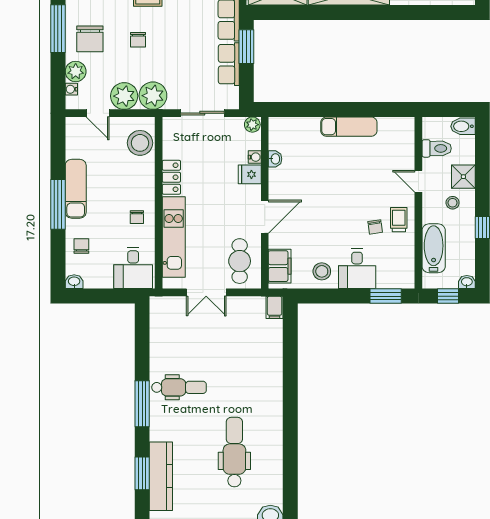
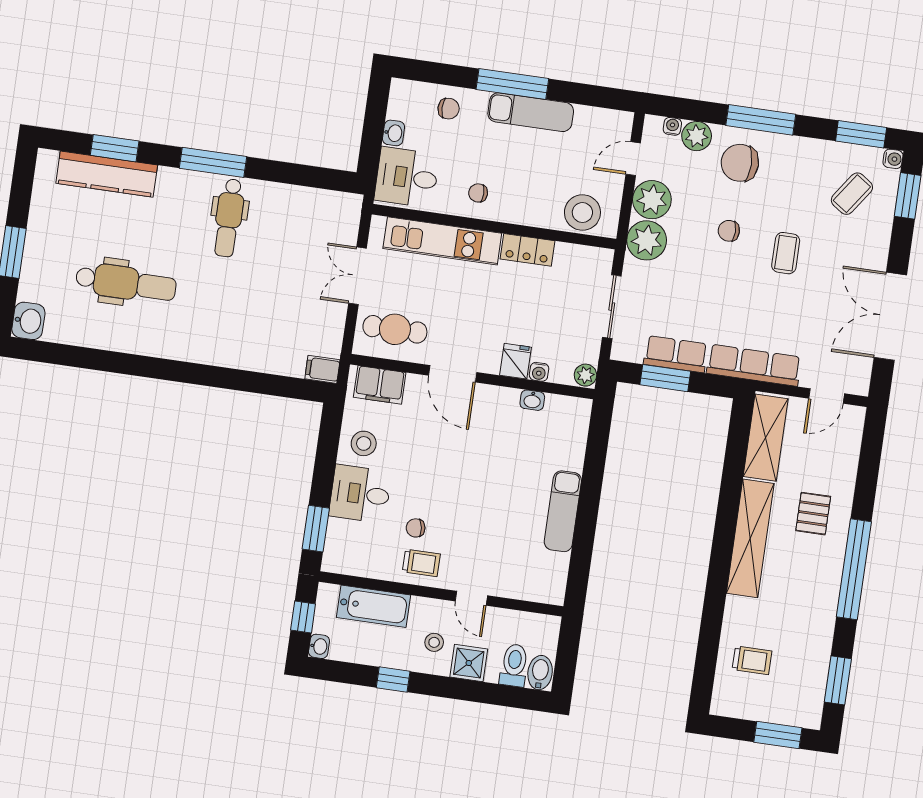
window: (246, 47) -> (665, 378), moved
toilet: (437, 148) -> (514, 665), moved, turned 180
door: (418, 181) -> (471, 598), swing flipped
washbasin: (74, 282) -> (394, 133), moved

